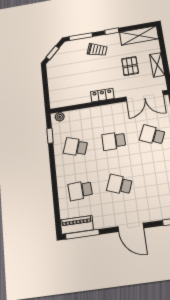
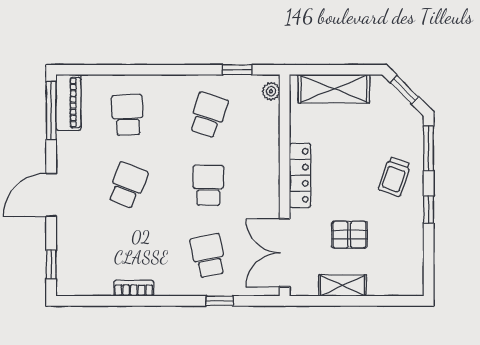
shelving: (139, 35) -> (334, 89), moved, turned 90
locker: (102, 95) -> (300, 175), width x1.53
school desk: (152, 135) -> (208, 256), turned -36

